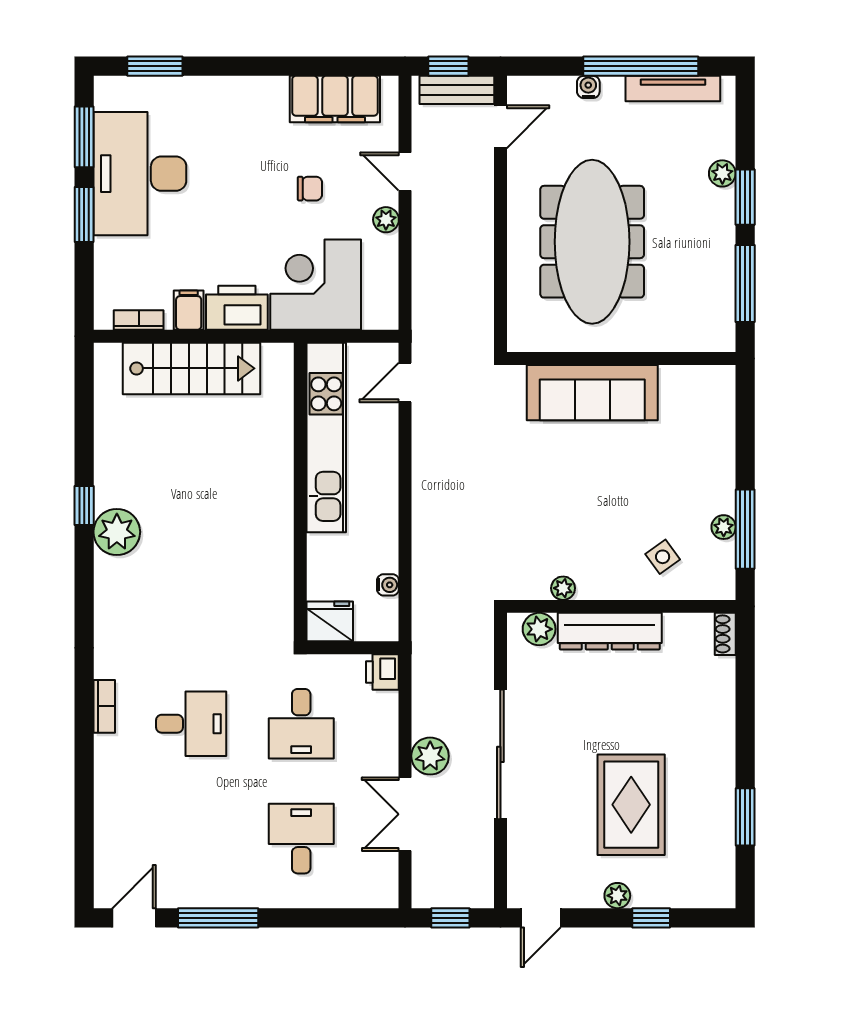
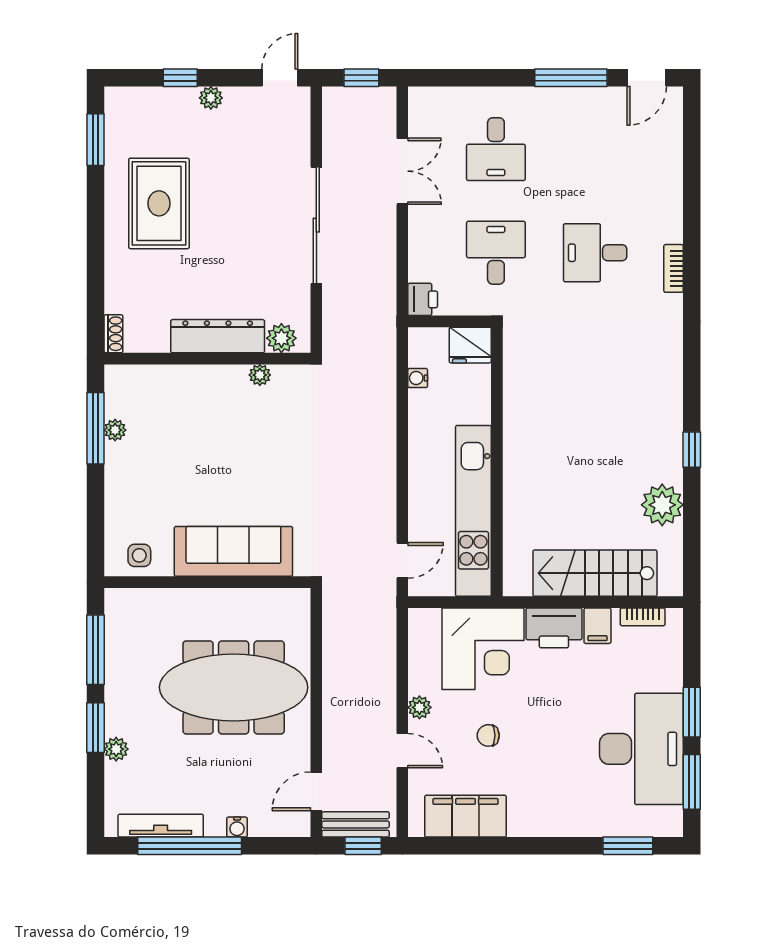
meeting table: (592, 242) -> (234, 687), turned 90
plant: (117, 532) -> (662, 505), moved
side table: (663, 557) -> (139, 555), moved, turned 36
plant: (430, 756) -> (380, 224), removed
rug: (631, 805) -> (159, 203), moved
window: (745, 817) -> (96, 140), moved

